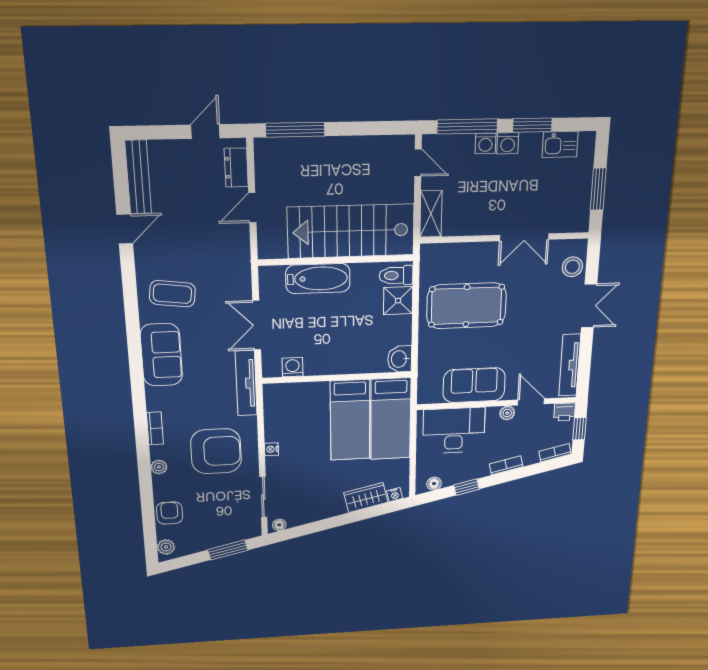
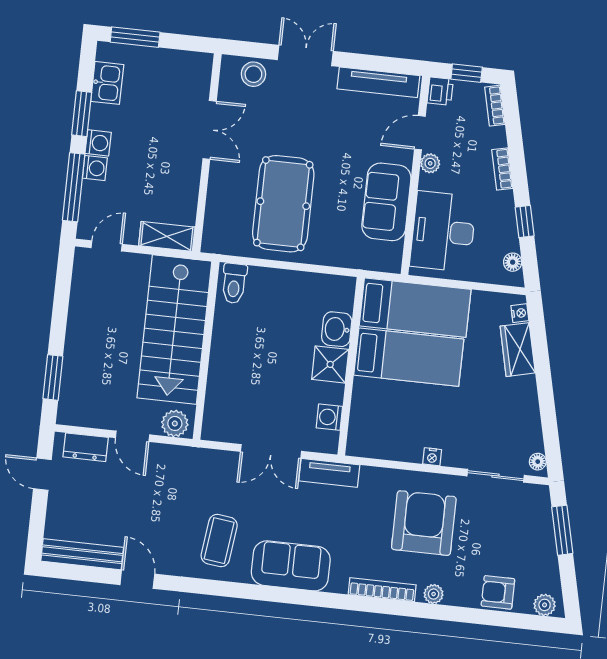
window: (295, 130) -> (53, 377), width x0.69
window: (598, 189) -> (135, 37), moved
plant: (269, 243) -> (175, 423), added
bathtub: (318, 279) -> (225, 374), removed
shower: (398, 301) -> (330, 364), moved
washbasin: (400, 359) -> (337, 329), moved, turned 90
tv unit: (246, 383) -> (329, 473), width x0.71
bookcase: (155, 428) -> (382, 590), width x1.56

